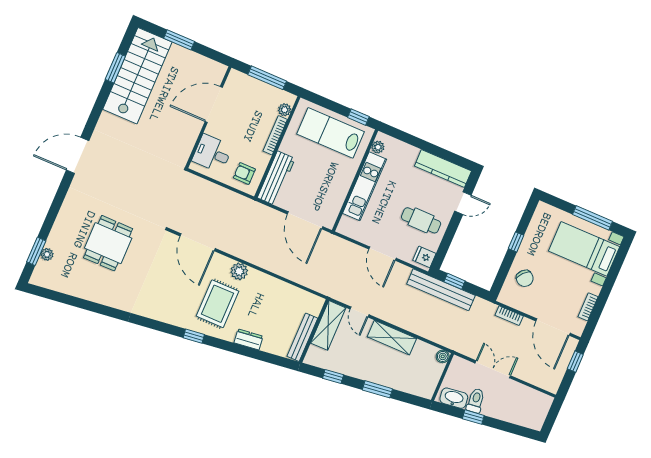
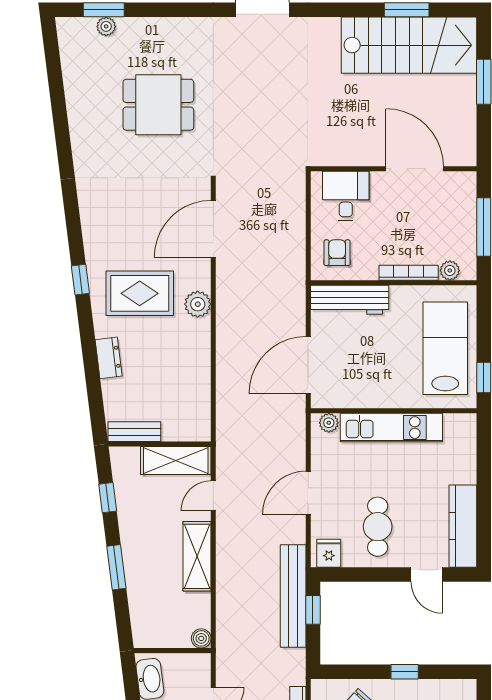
plant: (378, 147) -> (329, 423), moved
bench: (302, 337) -> (134, 432), width x0.73

